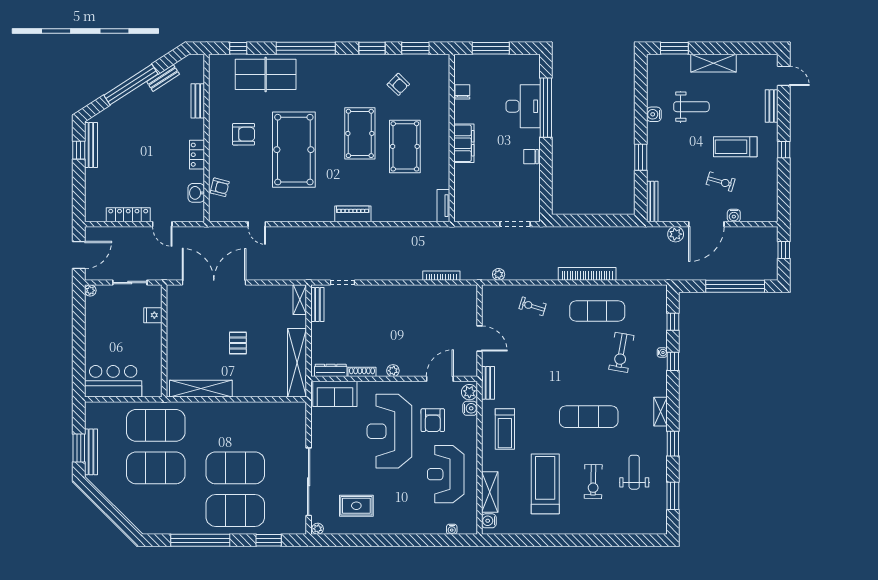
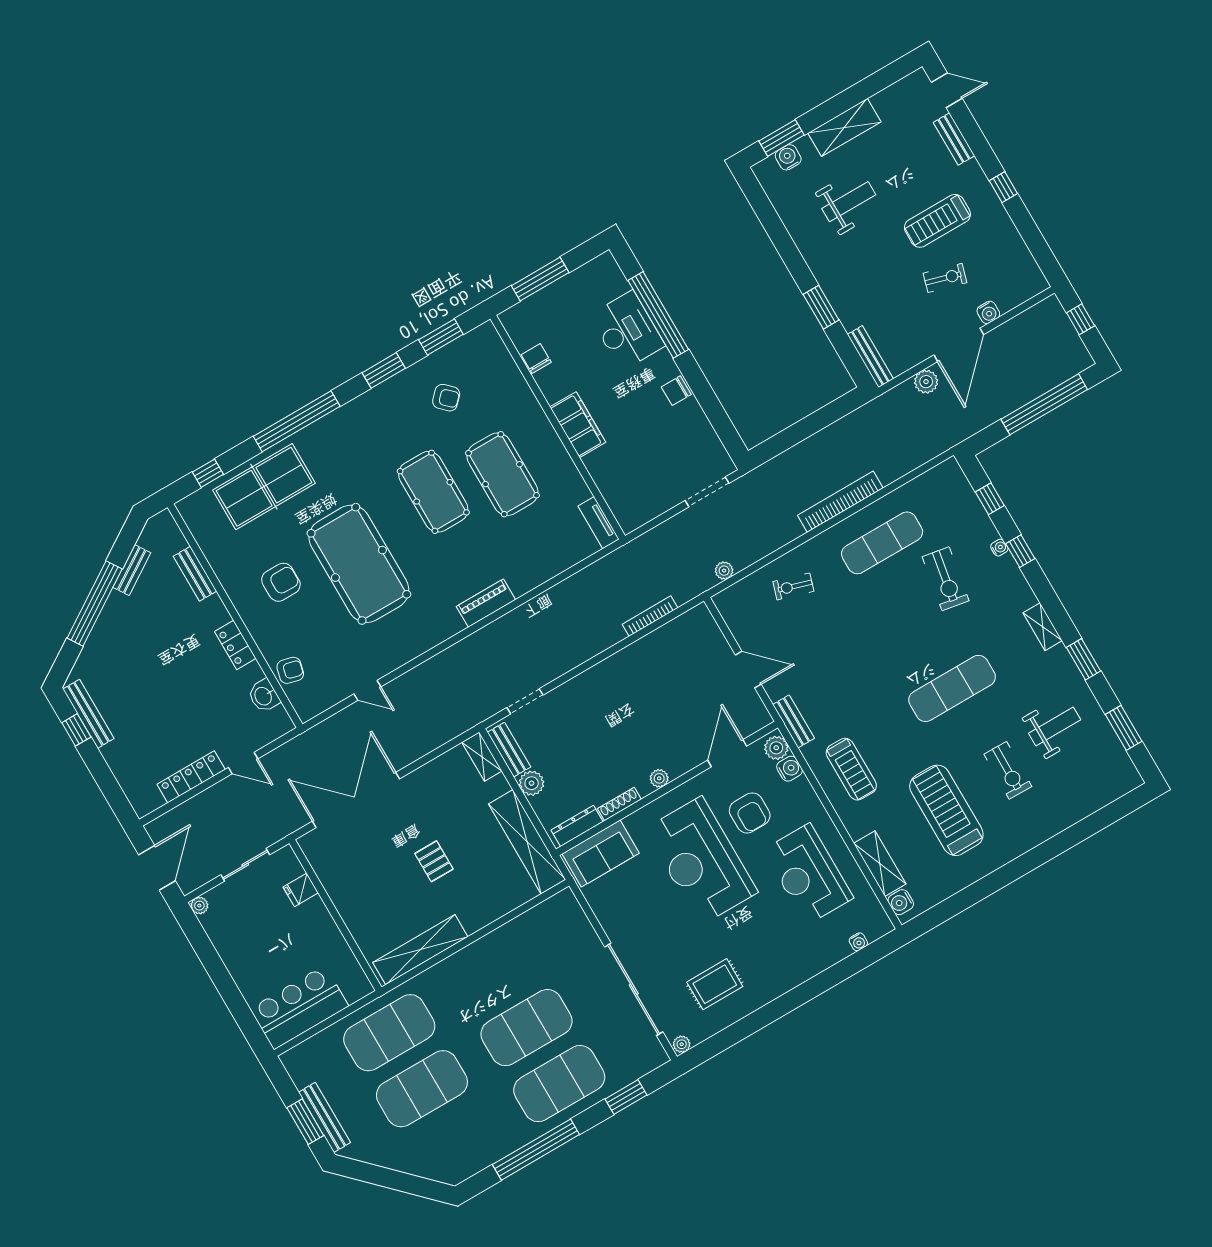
water cooler: (654, 114) -> (788, 157), moved, turned 90
plant: (319, 331) -> (532, 783), added
weight bench: (634, 472) -> (1055, 727), turned 90

